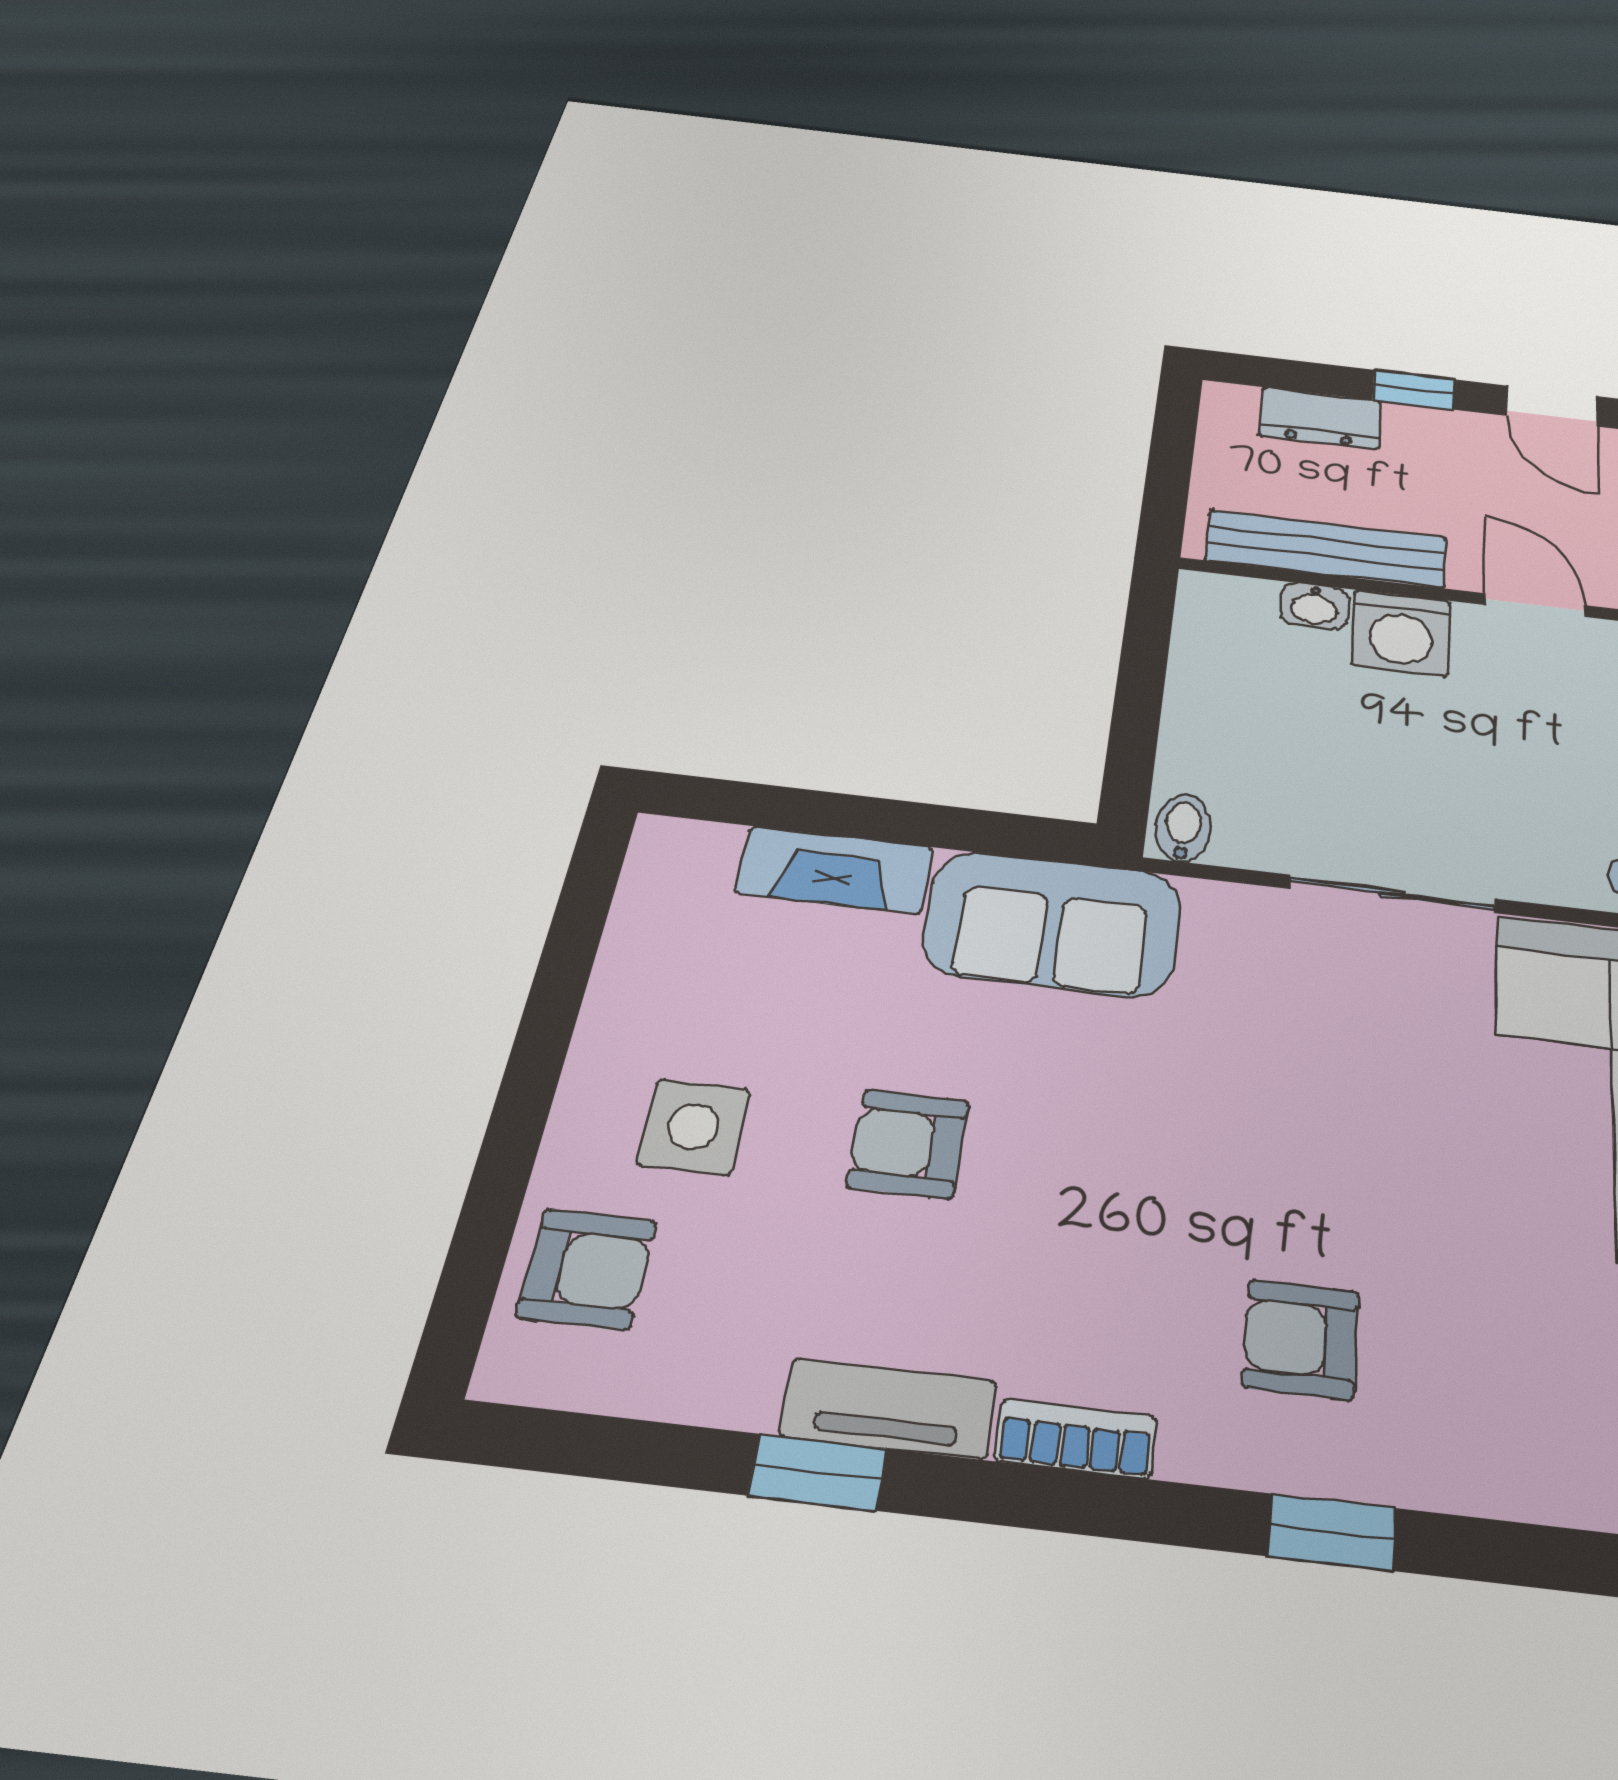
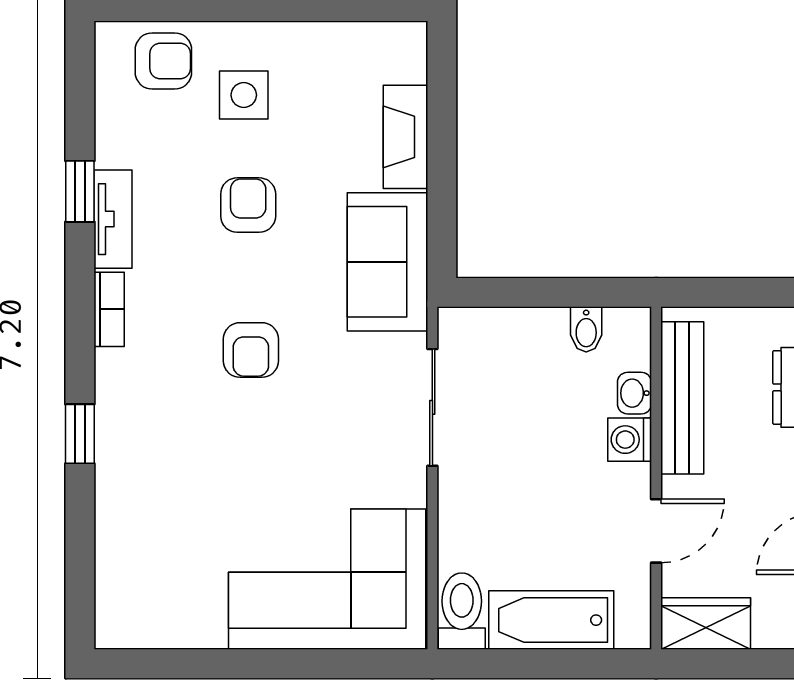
washing machine: (1401, 633) -> (630, 440), width x0.73, depth x0.73
bidet: (1183, 828) -> (586, 329), moved, turned 90
sliding door: (1392, 894) -> (432, 407), moved
armchair: (587, 1269) -> (163, 61), turned -90
armchair: (1301, 1339) -> (251, 350), moved, turned 180

